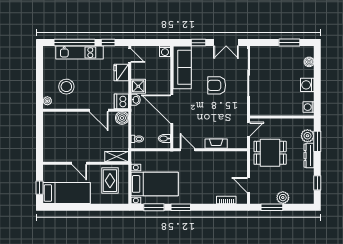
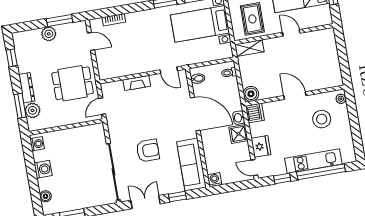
door: (99, 110) -> (295, 96), moved

